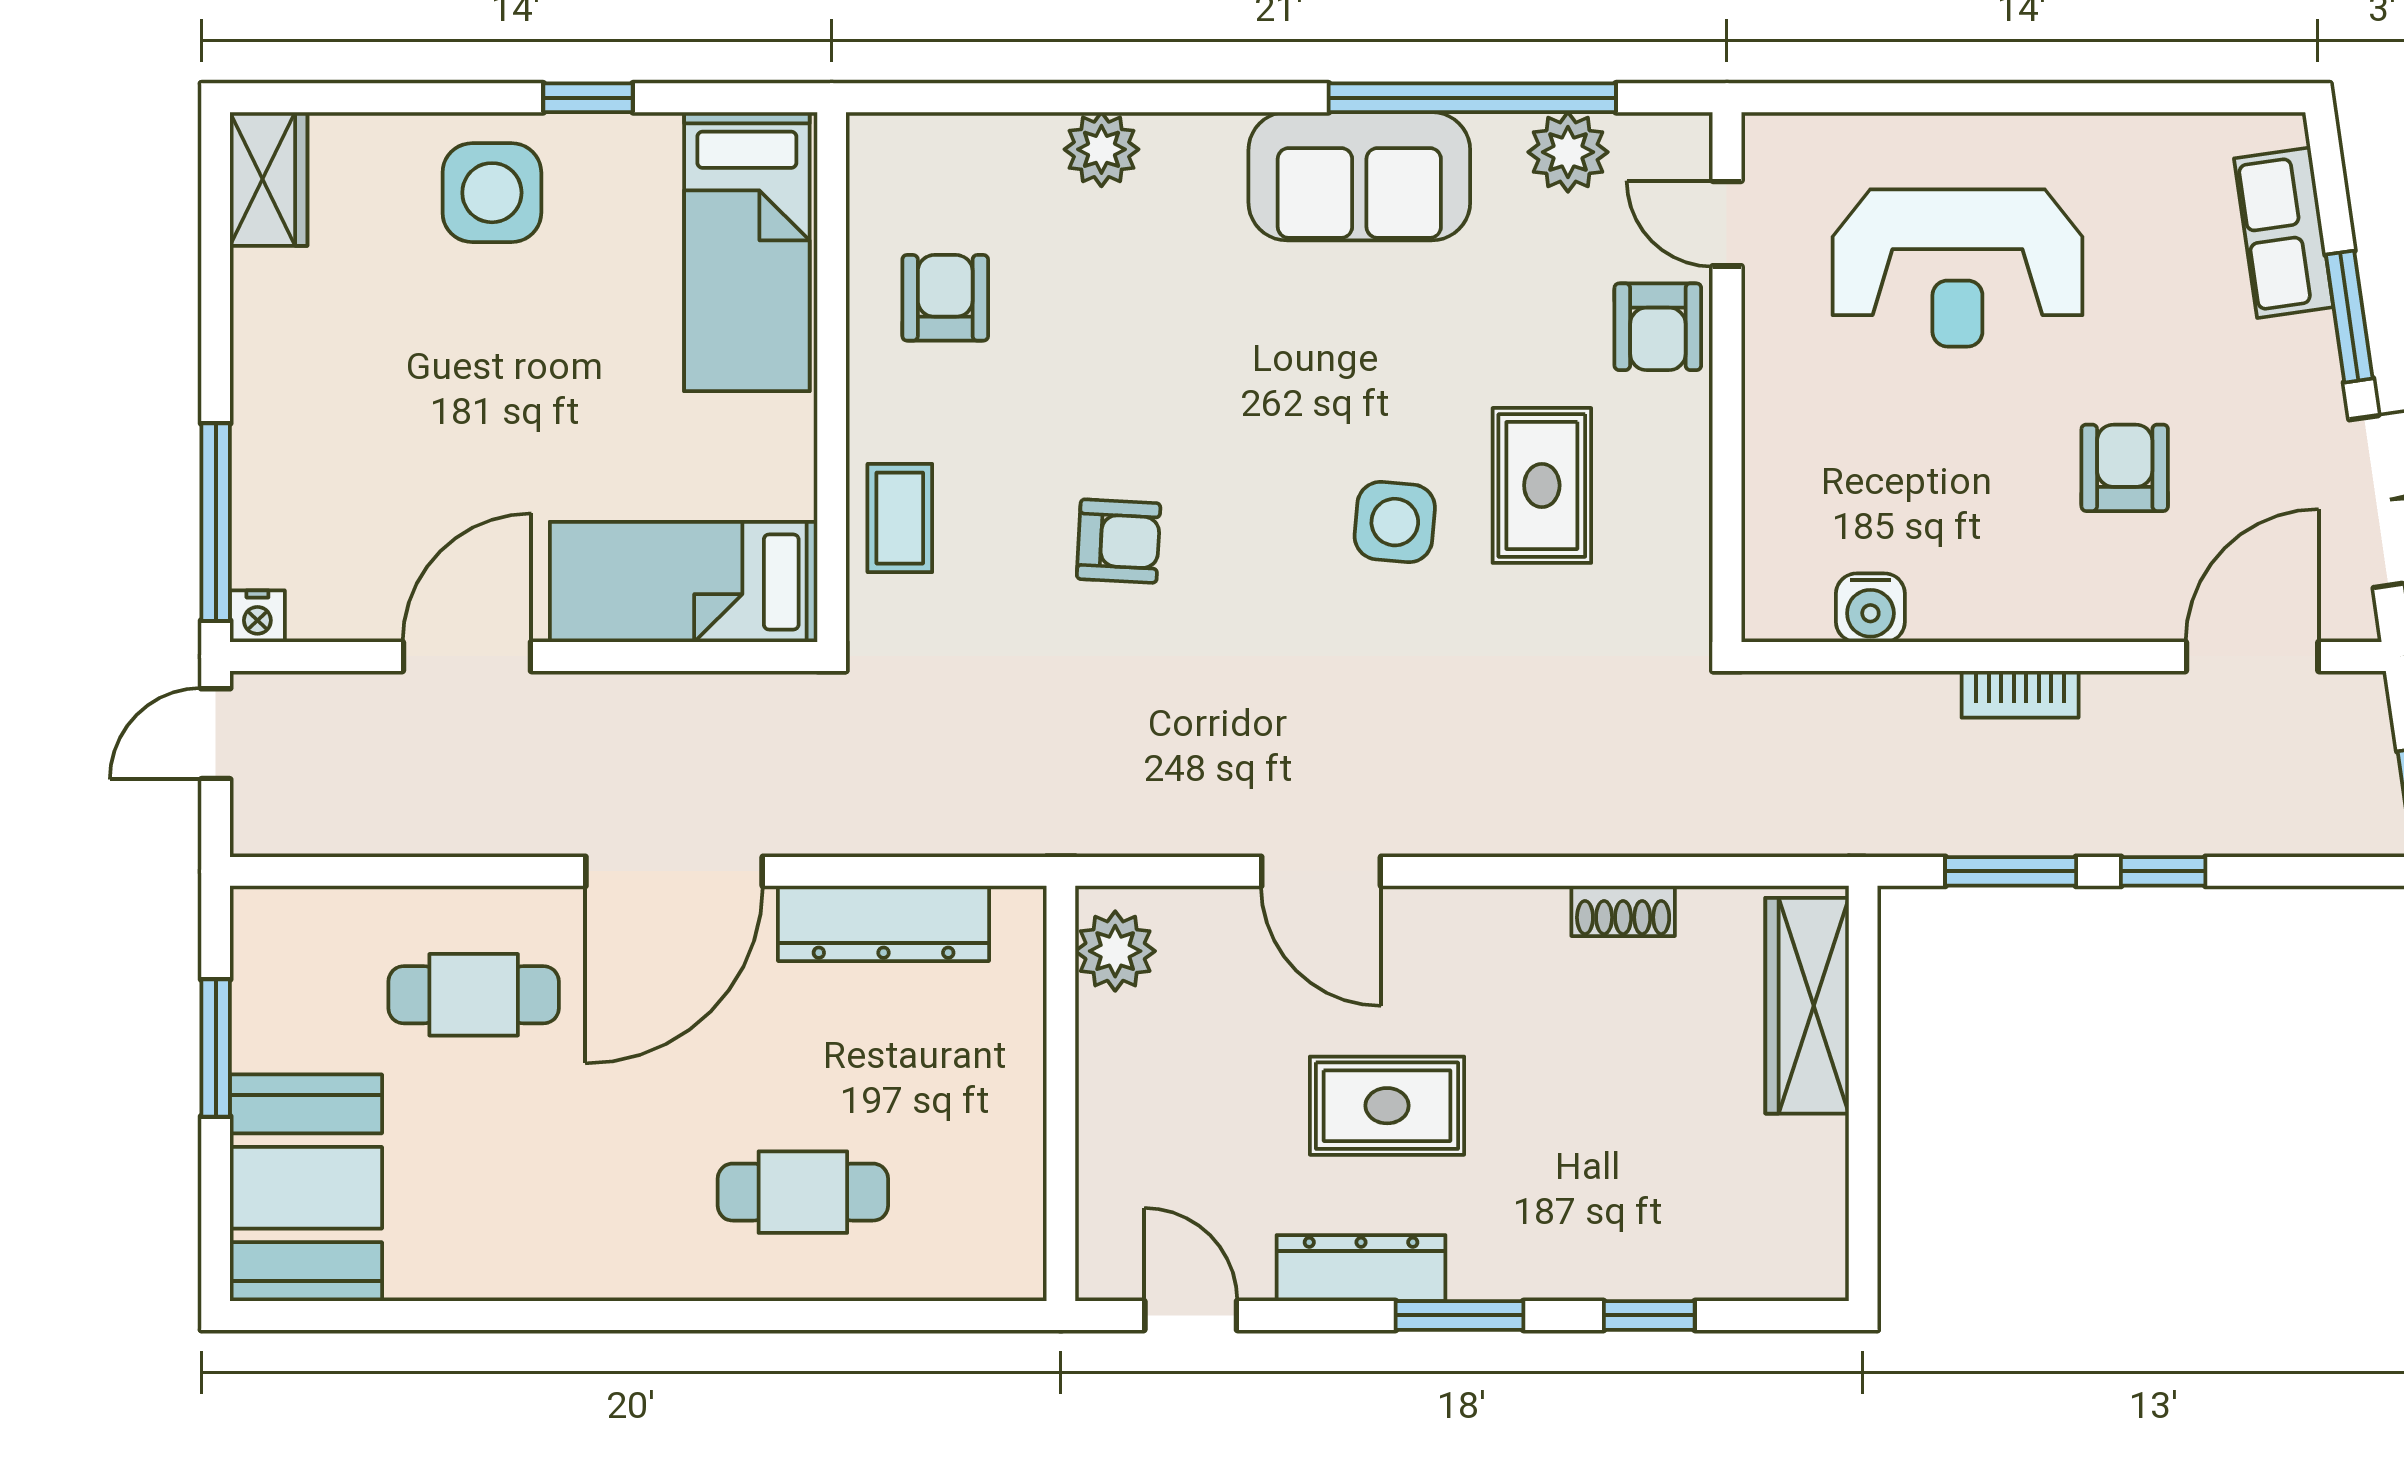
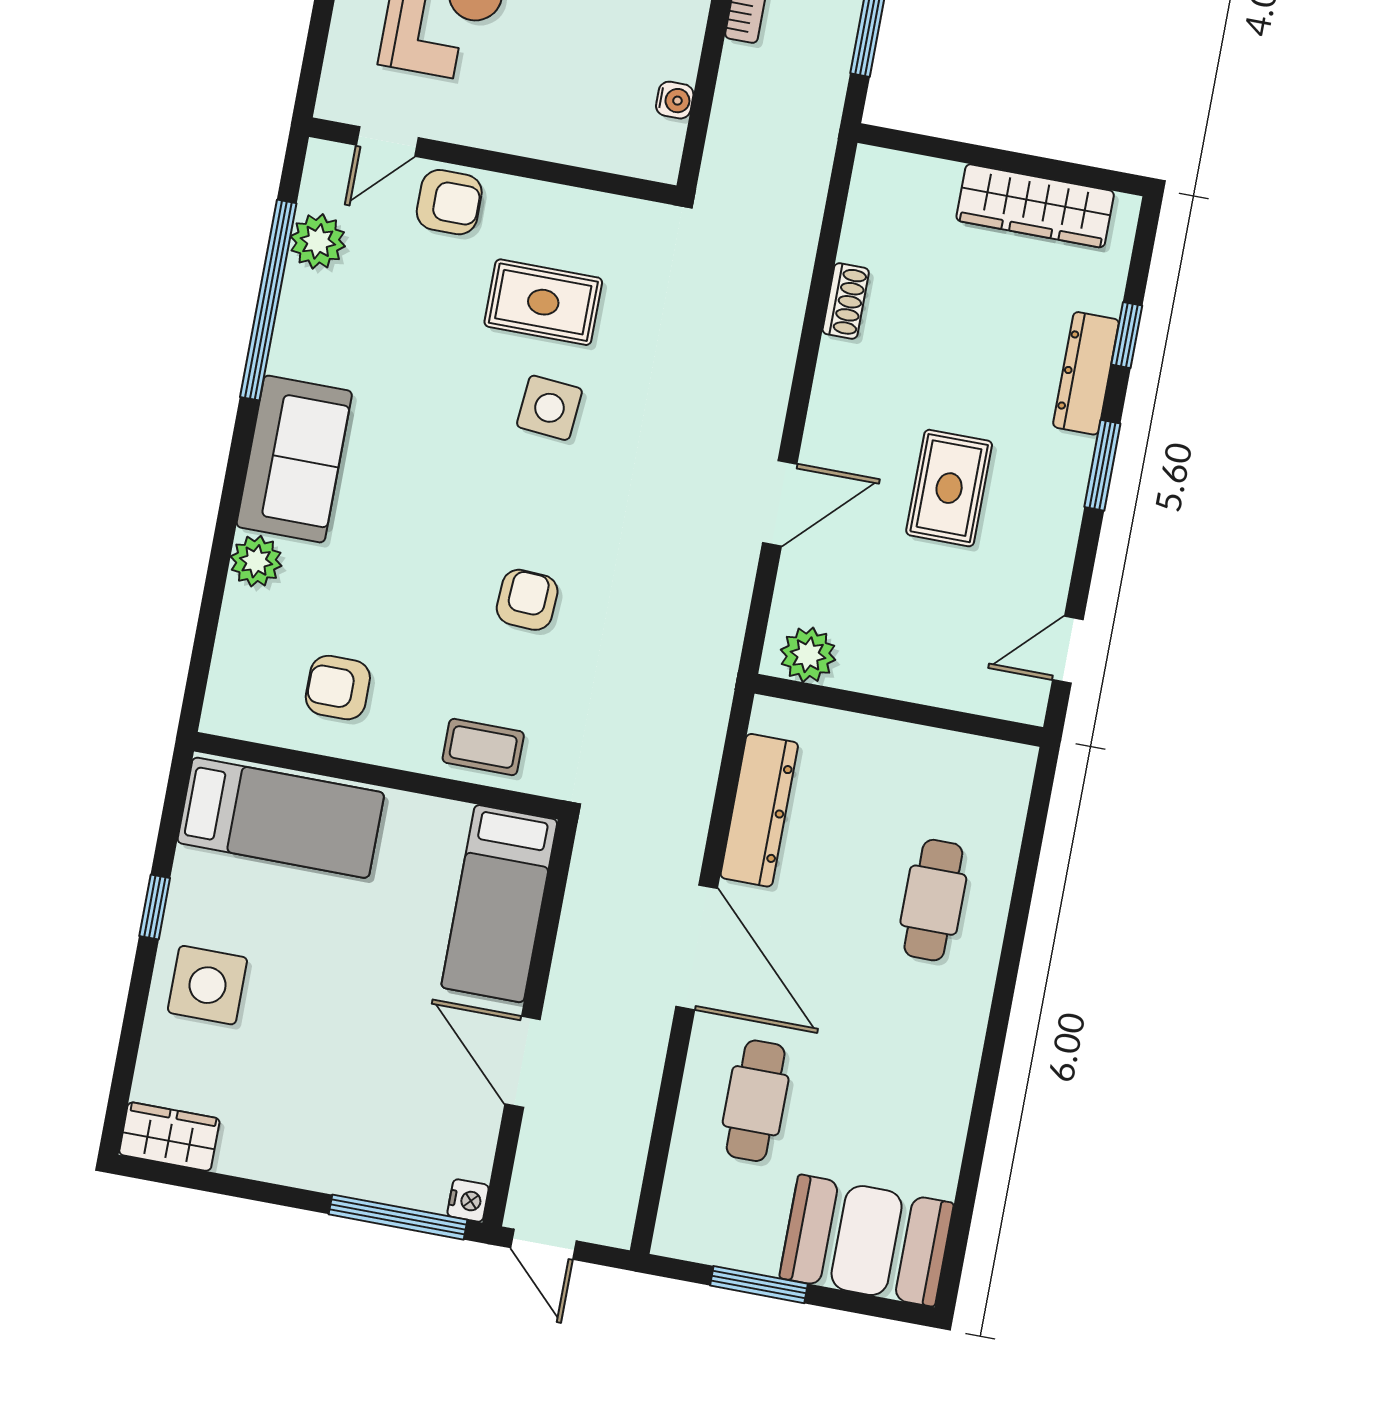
sofa: (1359, 176) -> (294, 459), moved
water cooler: (1870, 608) -> (675, 100), width x0.72, depth x0.72
wardrobe: (1807, 1006) -> (1035, 206), moved
dresser: (1361, 1268) -> (1086, 373), moved

